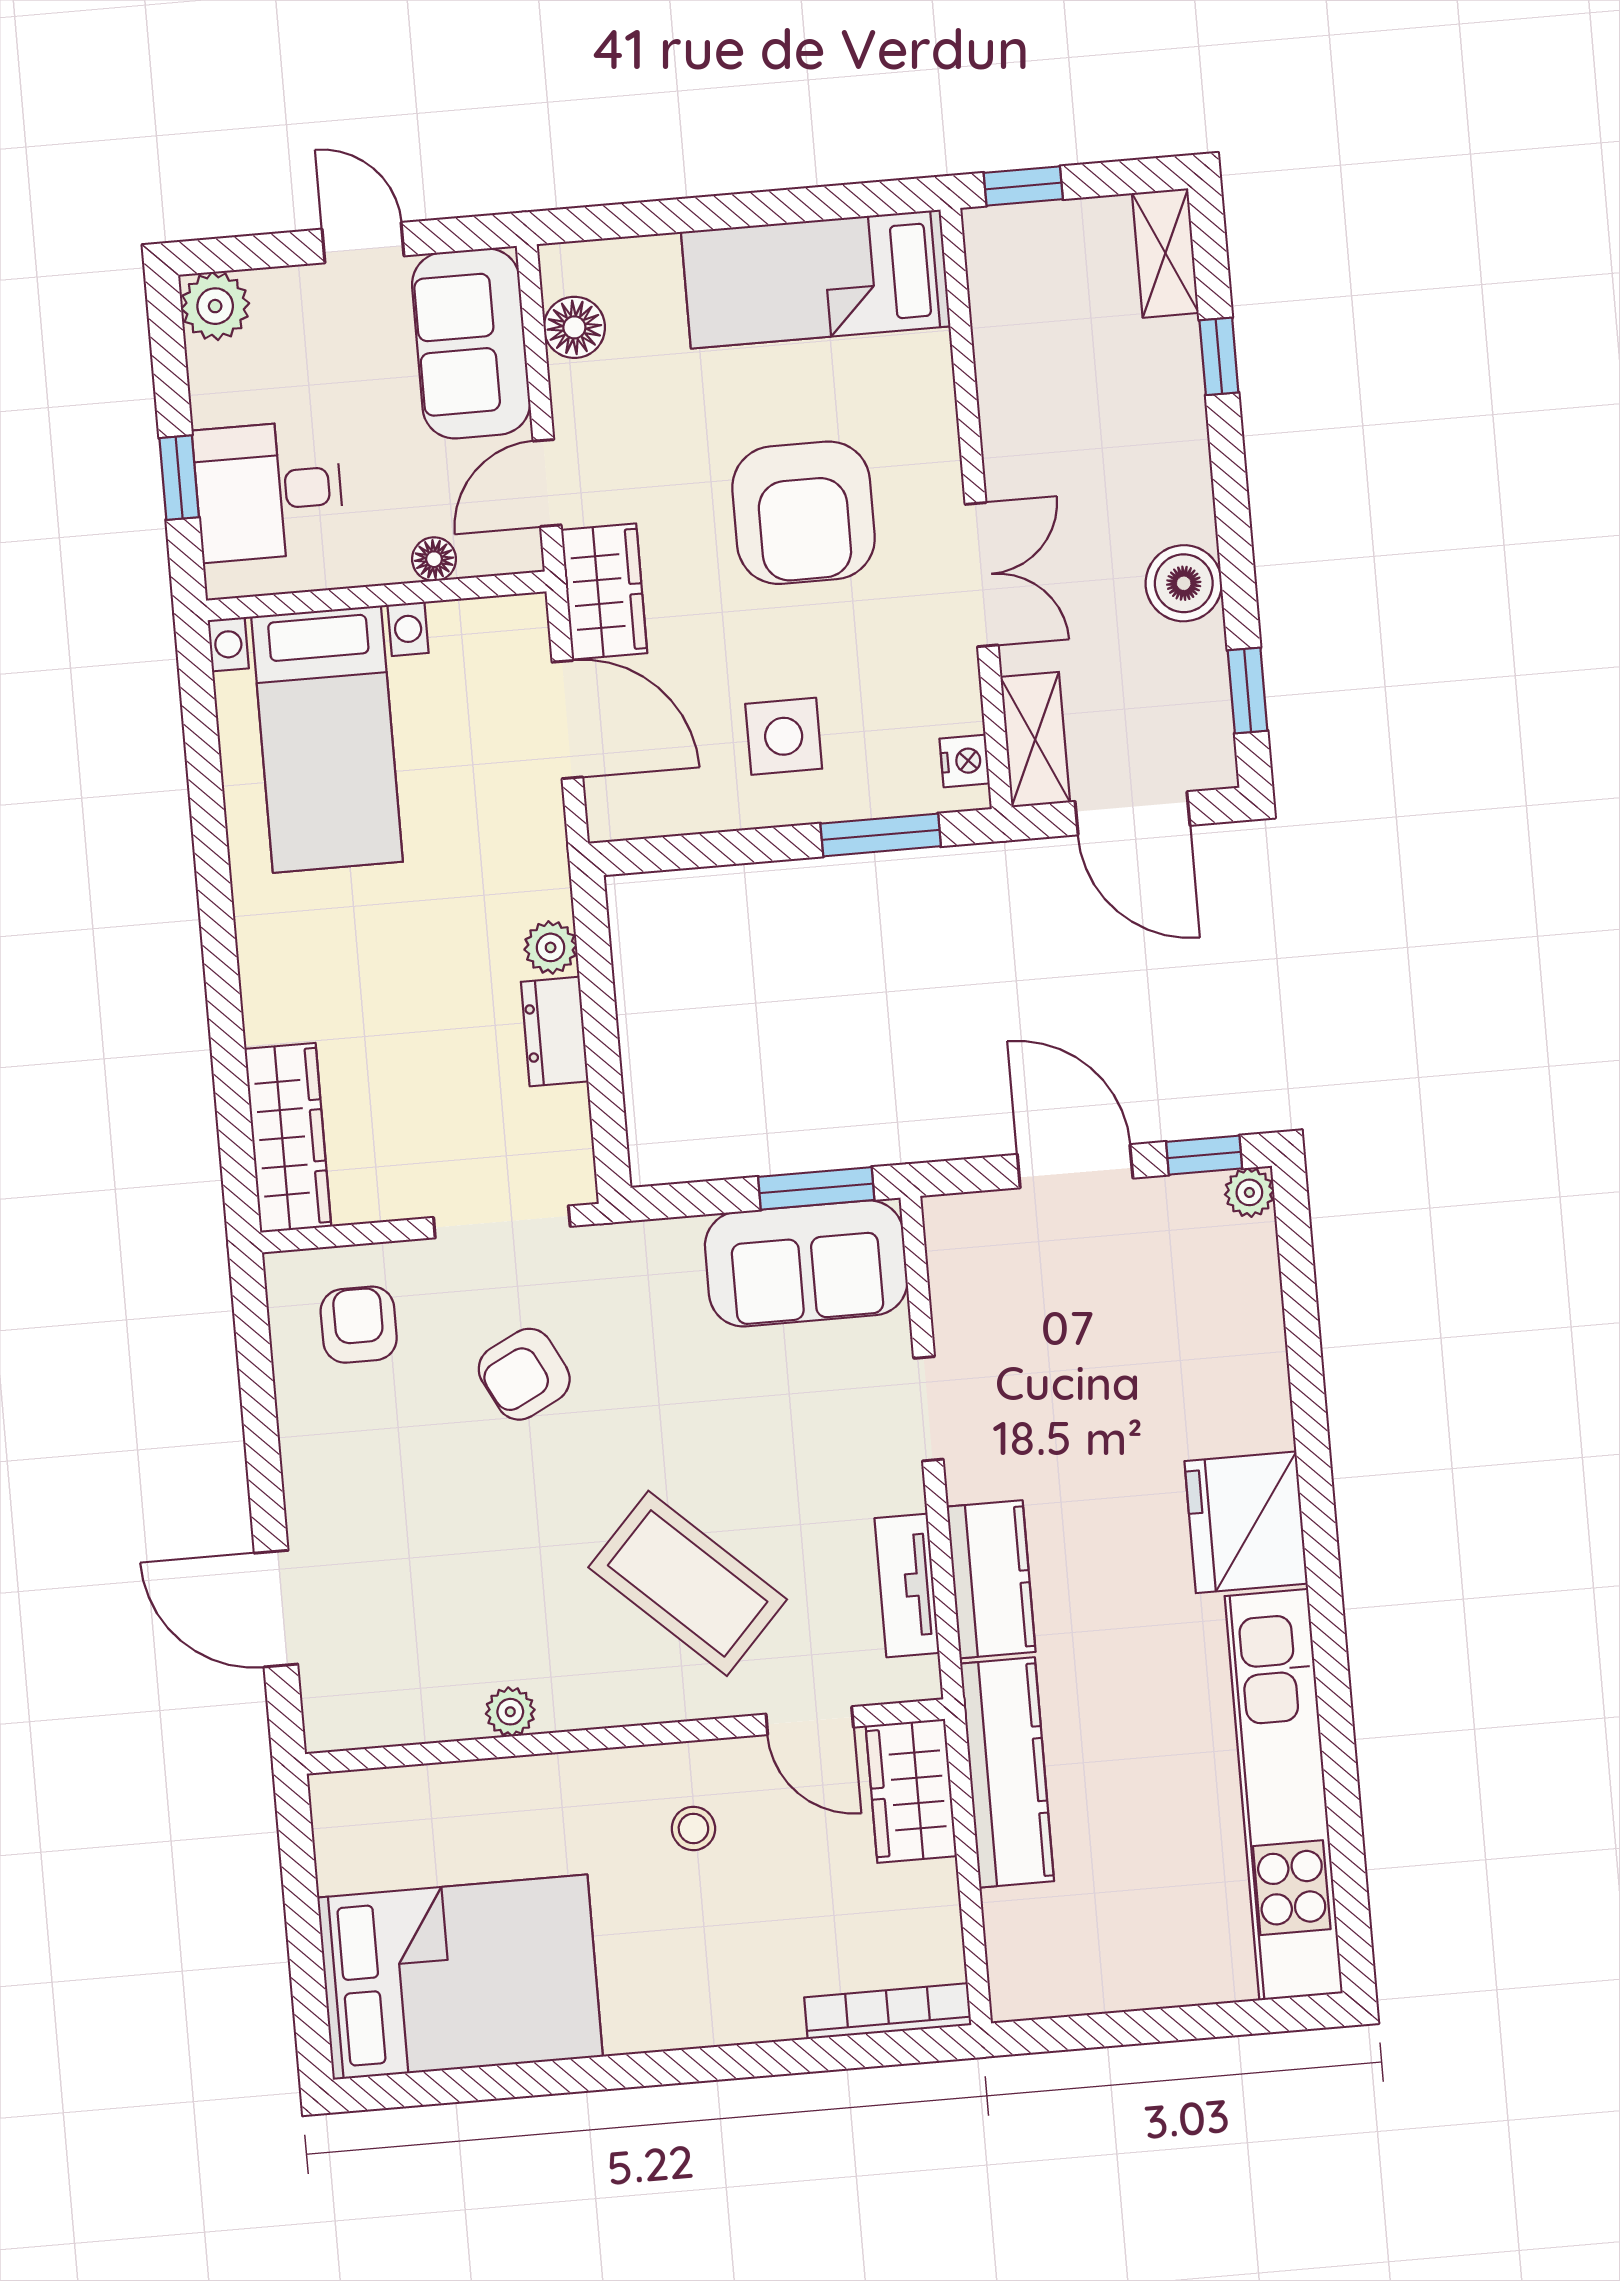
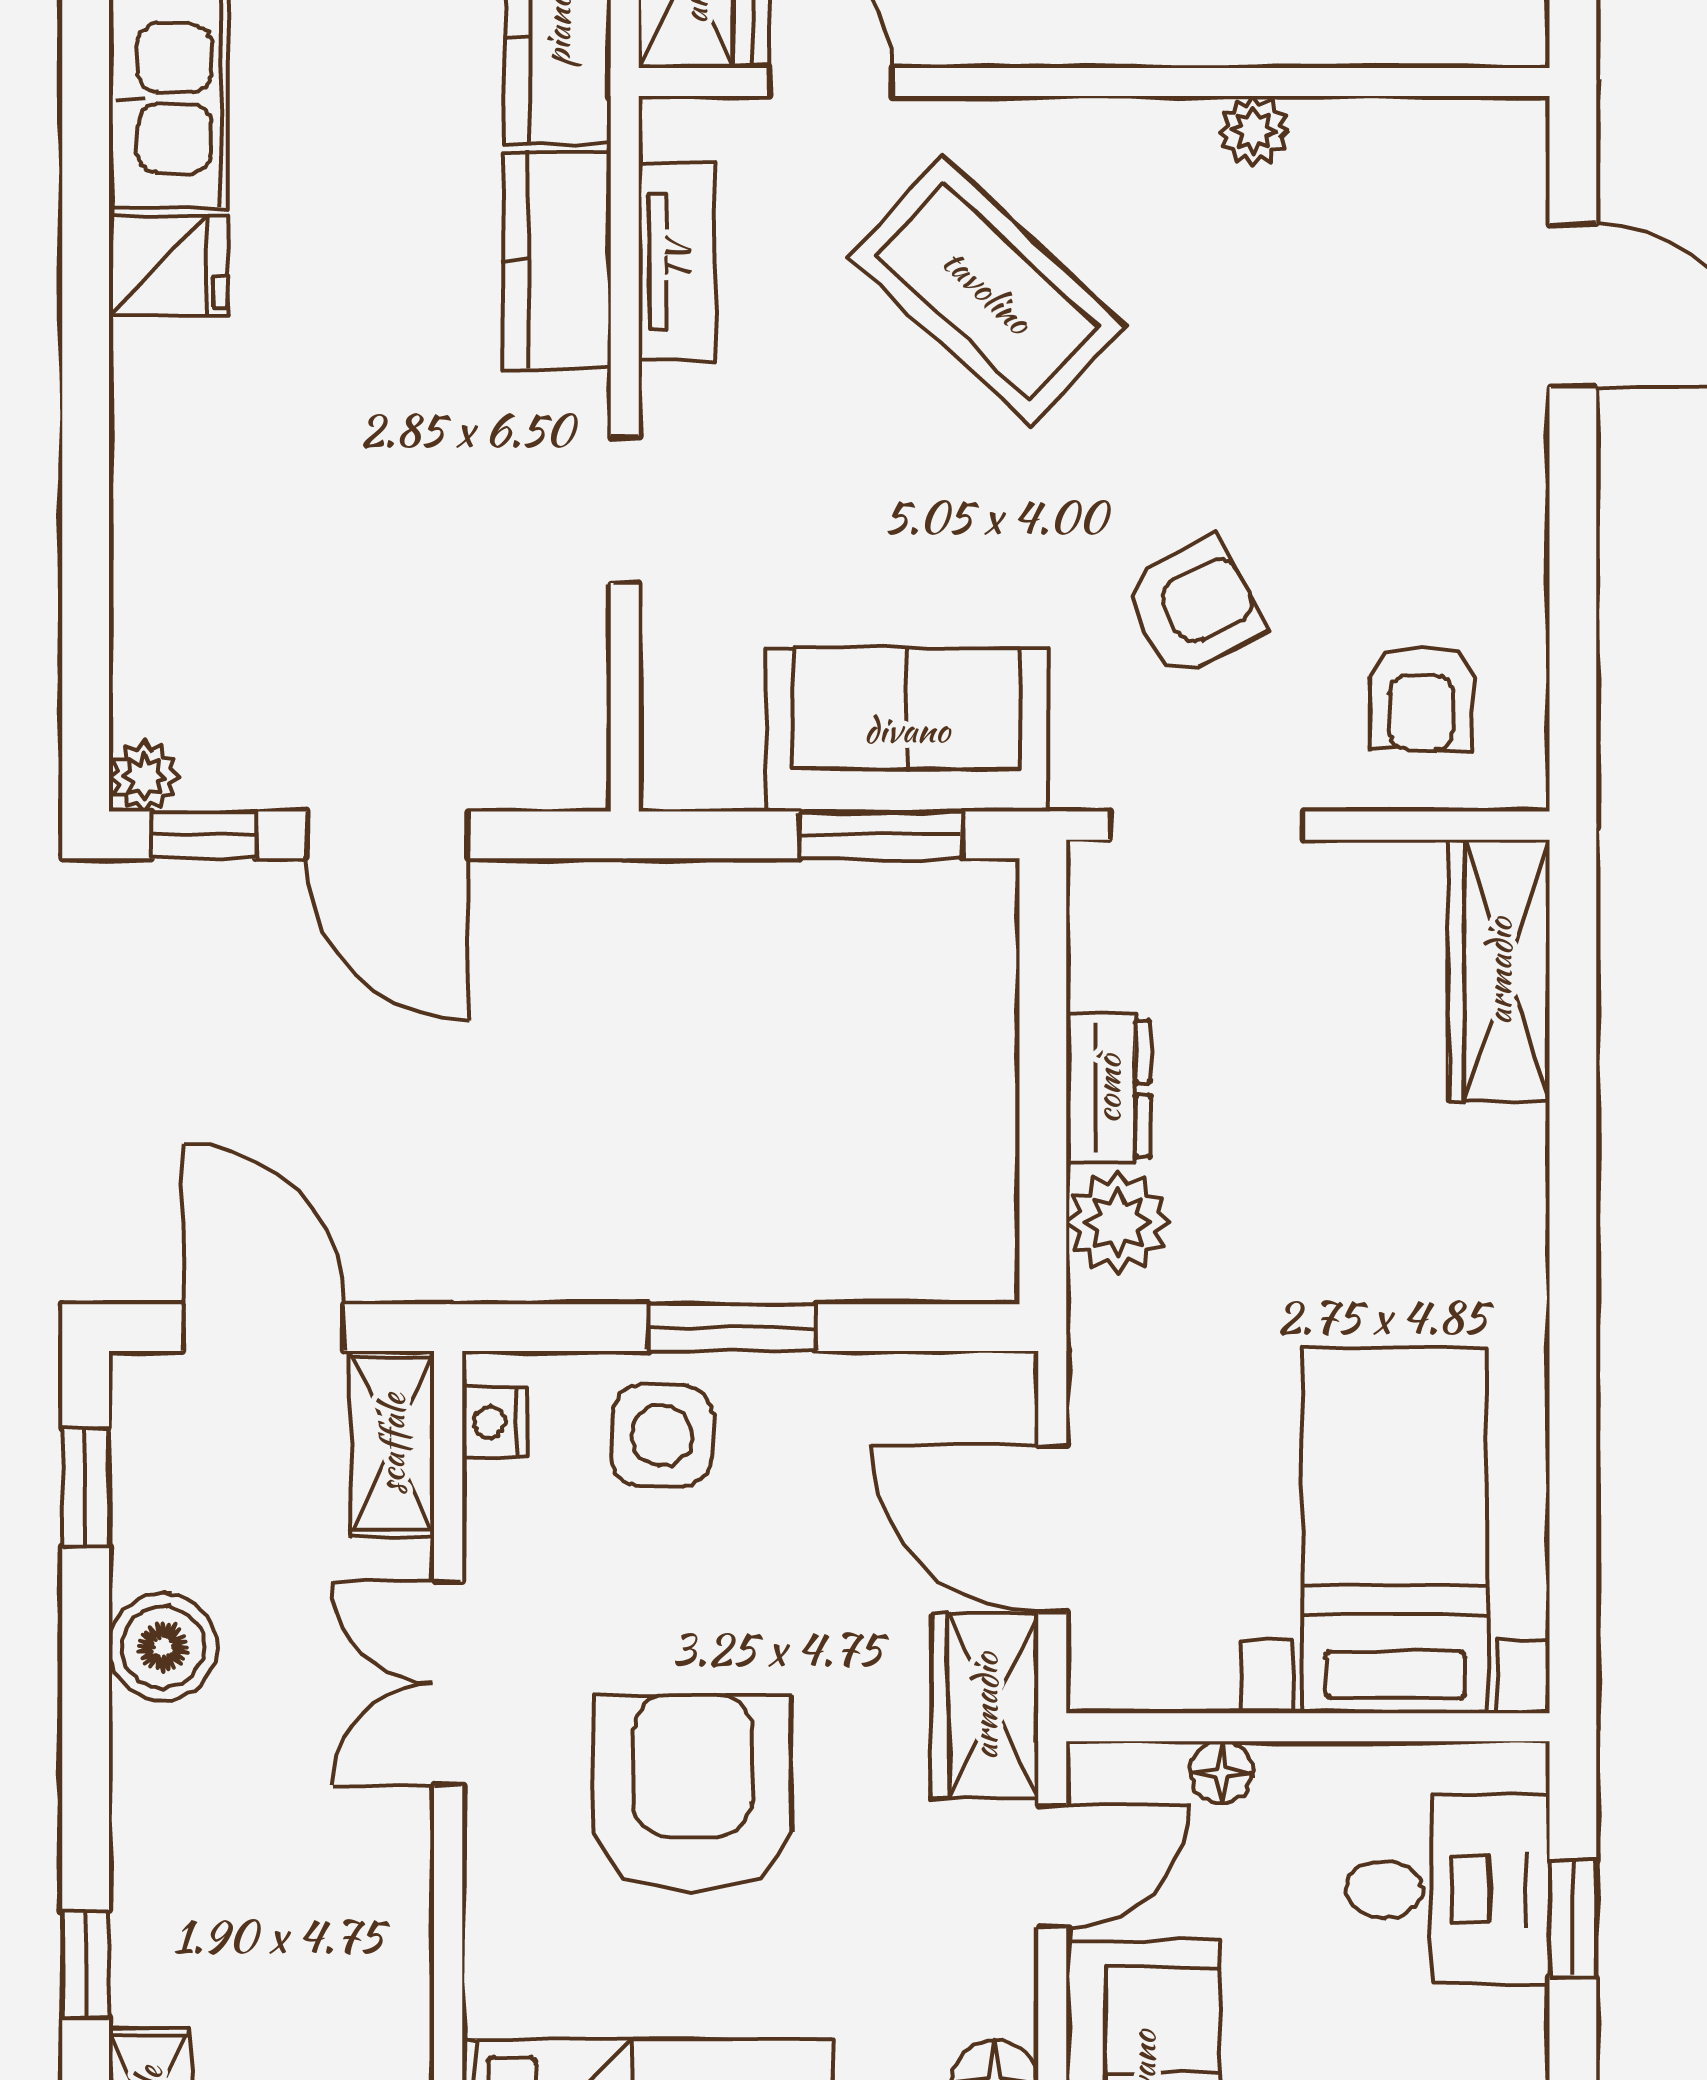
side table: (784, 736) -> (662, 1436), moved
window: (881, 835) -> (732, 1328), moved
plant: (551, 947) -> (1118, 1222), width x1.38, depth x1.38
window: (816, 1188) -> (881, 835), moved
sofa: (806, 1263) -> (907, 730), moved
fridge: (1246, 1522) -> (168, 266), width x0.53, depth x0.75

